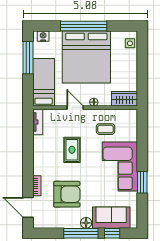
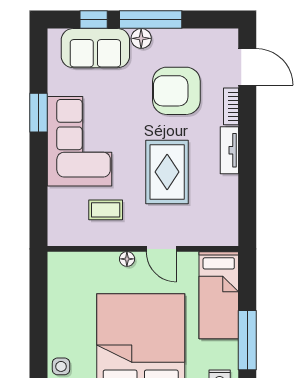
wardrobe: (125, 99) -> (71, 265), removed
tv unit: (38, 122) -> (229, 150), moved
rug: (72, 150) -> (167, 172), width x1.36, depth x1.43

